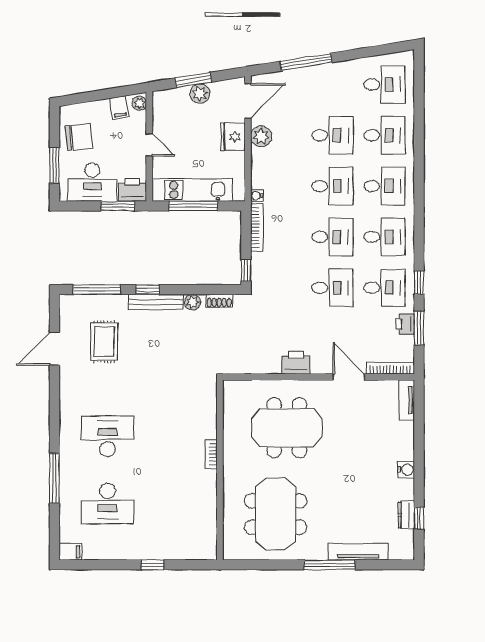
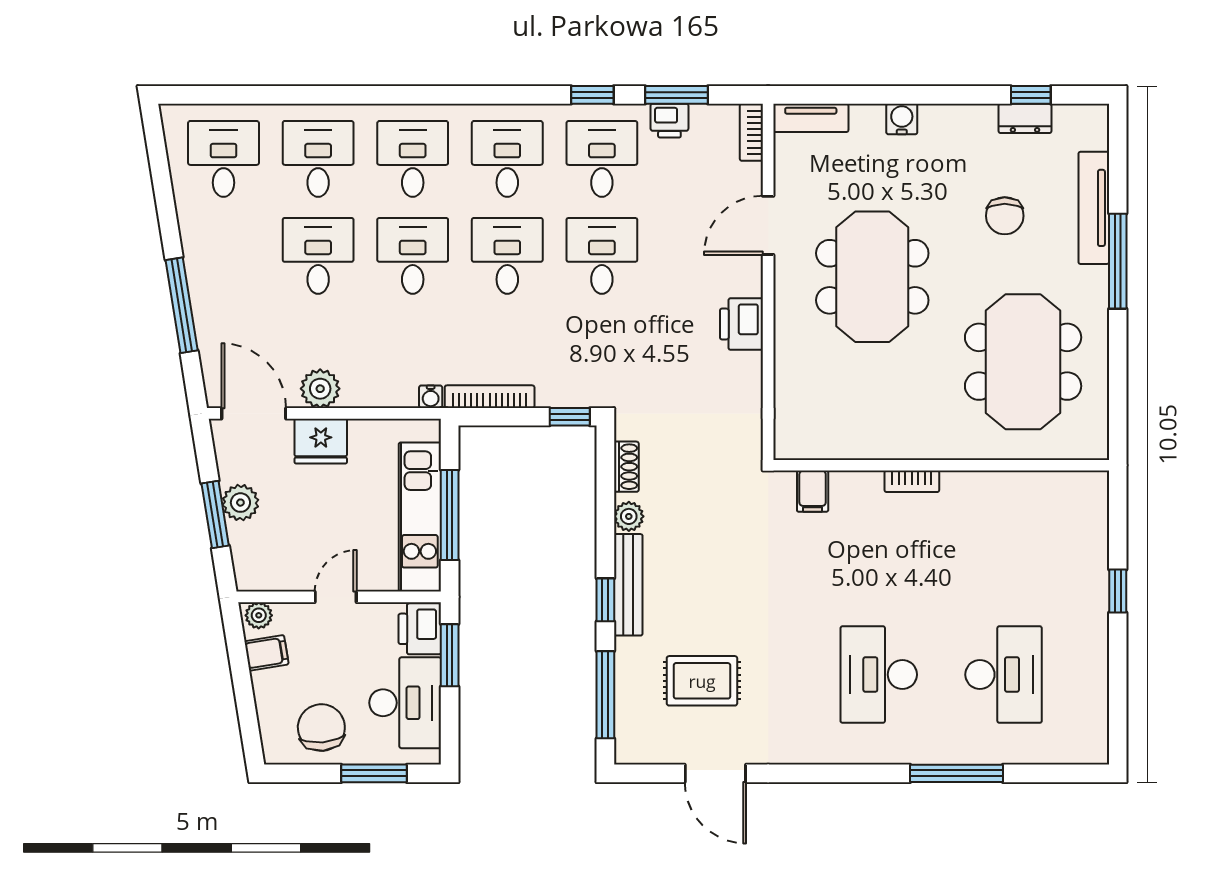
bookcase: (390, 368) -> (751, 132), width x0.64
meeting table: (287, 428) -> (872, 277), moved
water cooler: (406, 470) -> (902, 119), moved
chair: (354, 504) -> (1005, 216), added
meeting table: (276, 514) -> (1023, 362), turned 90
filing cabinet: (70, 552) -> (813, 491), moved, turned 180

